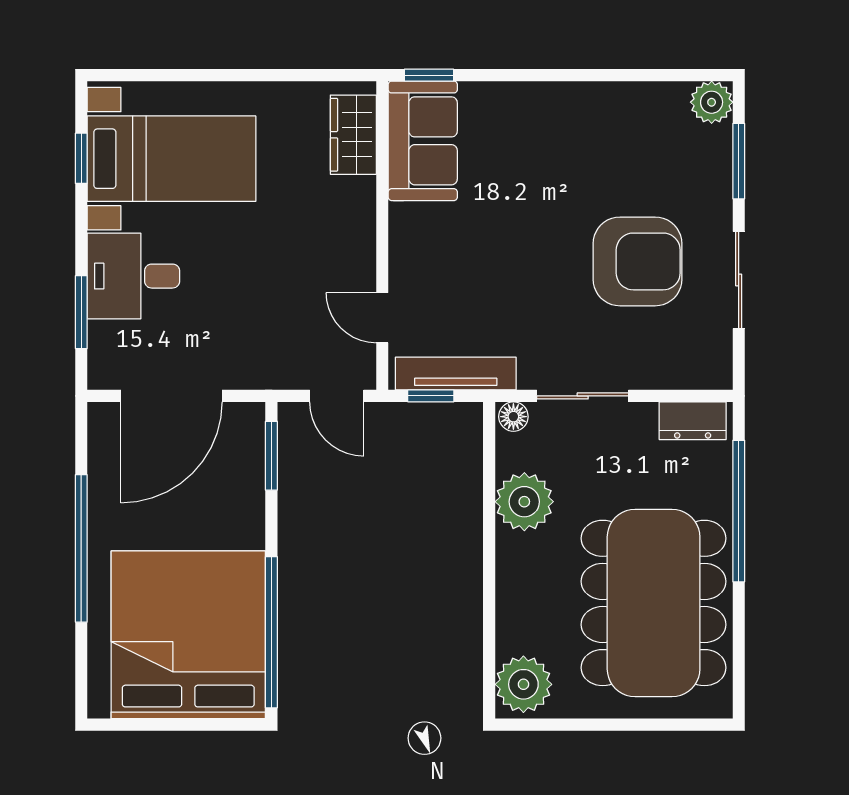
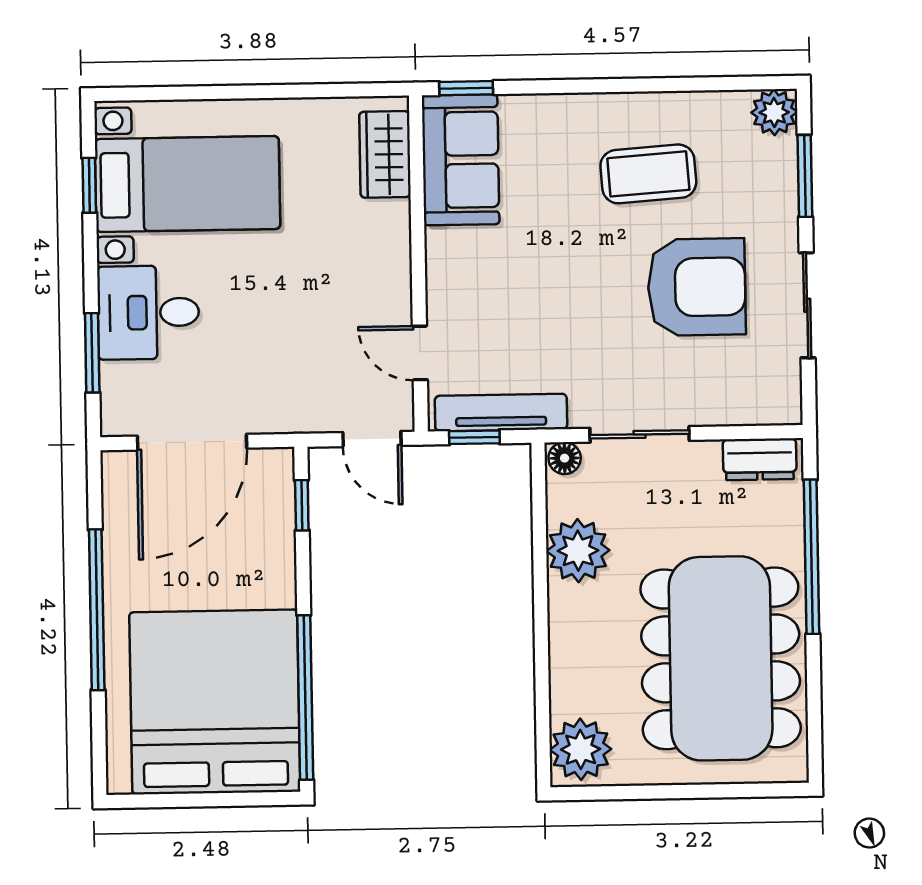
coffee table: (595, 157) -> (648, 174), added
window: (271, 456) -> (302, 505), width x0.67

